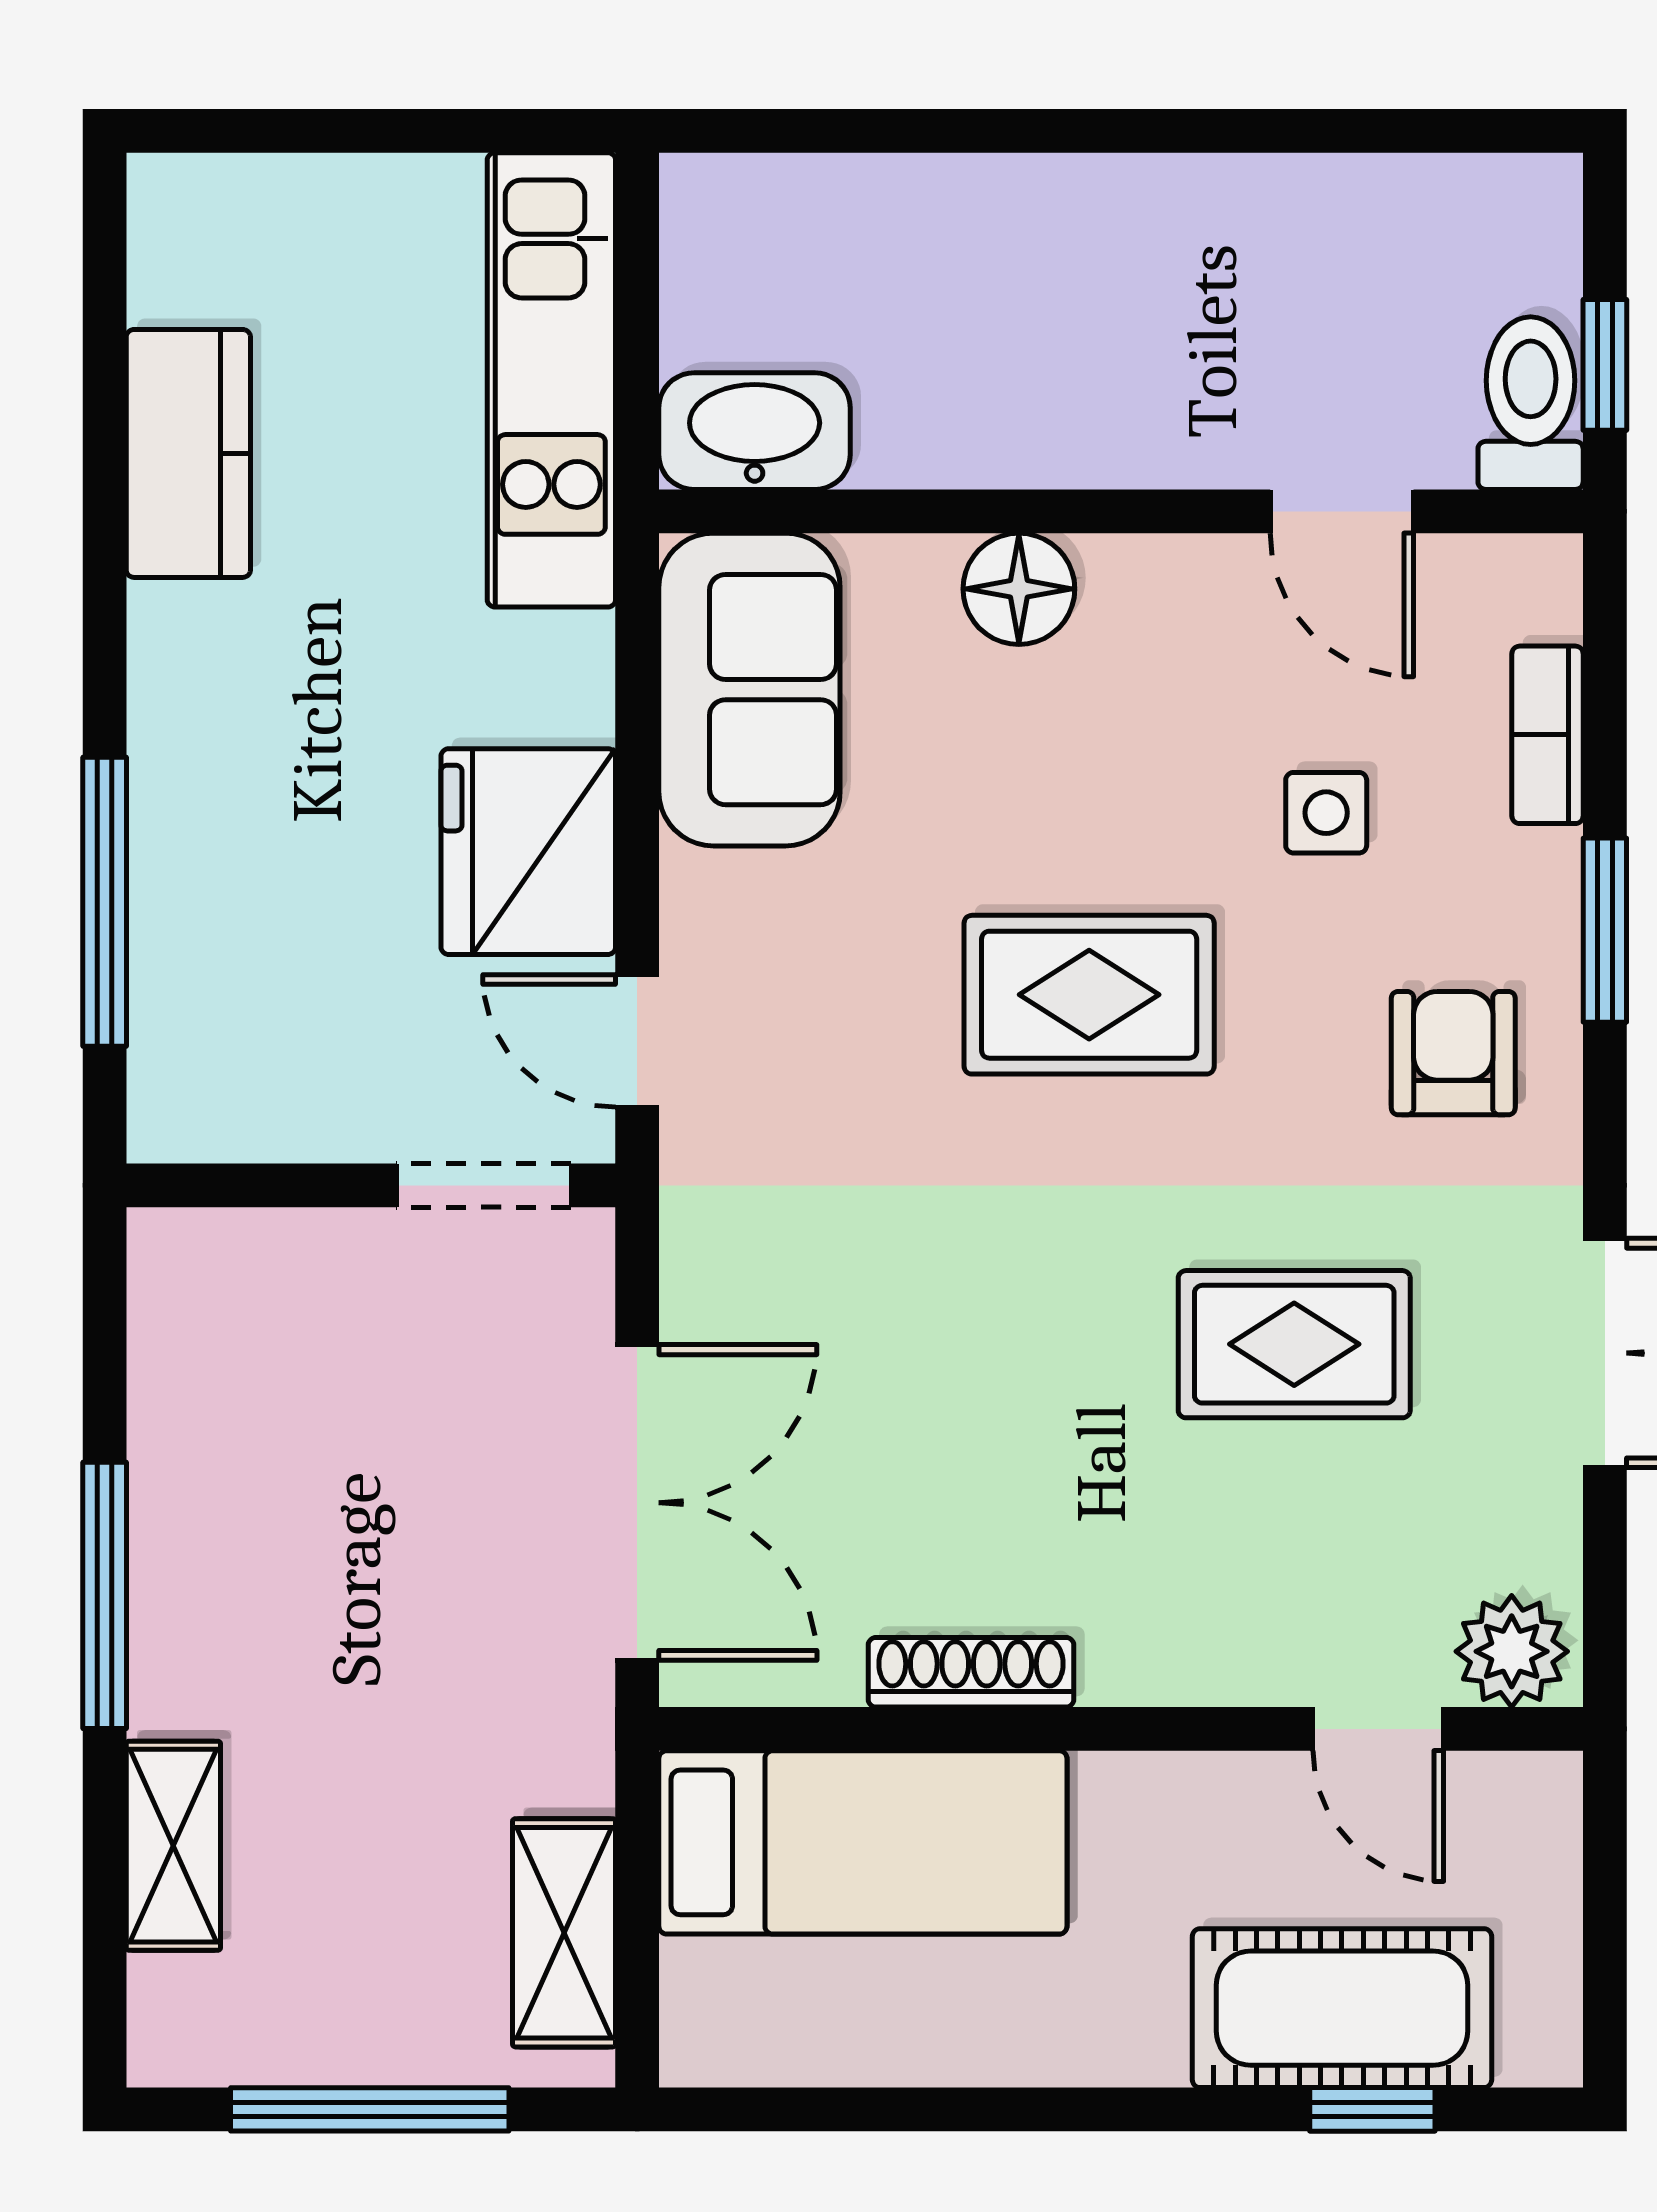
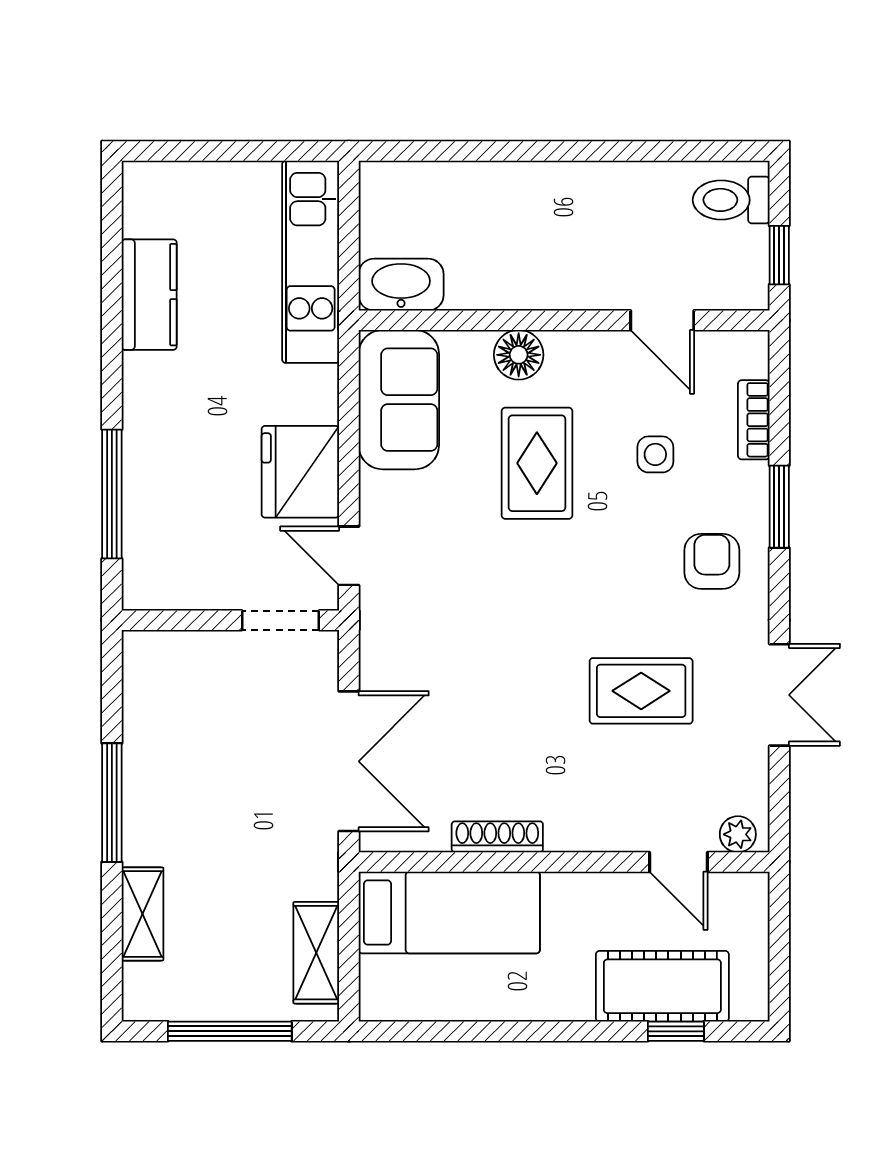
toilet: (1531, 403) -> (731, 200), moved, turned -90
rug: (1089, 995) -> (537, 463), moved, turned 90
plant: (1512, 1651) -> (738, 834), width x0.73, depth x0.73

